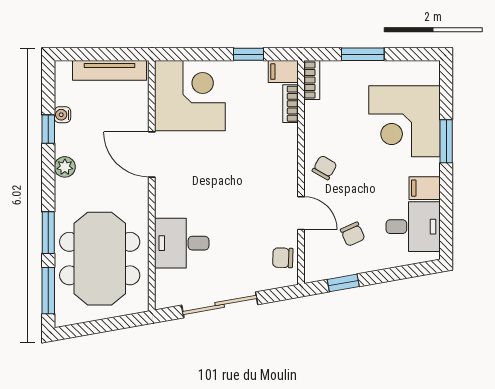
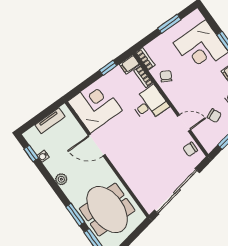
window: (363, 54) -> (169, 24), moved
tv unit: (110, 70) -> (50, 121), width x0.71
window: (48, 129) -> (31, 153), moved
chair: (325, 168) -> (166, 76), moved
desk: (182, 243) -> (150, 104), moved, turned 180
sliding door: (220, 305) -> (177, 191), width x1.36

